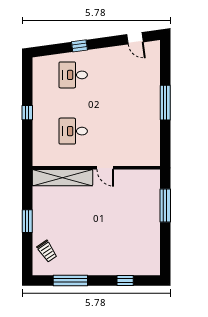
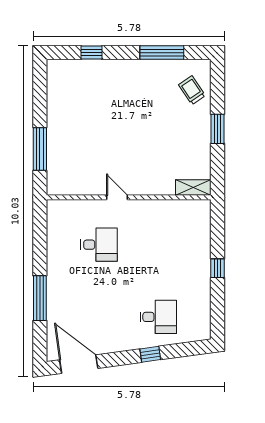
door: (135, 38) -> (79, 364), width x1.88
window: (165, 103) -> (40, 298), moved
desk: (73, 131) -> (99, 245), moved
shelving: (62, 178) -> (193, 188), width x0.45, depth x0.75

